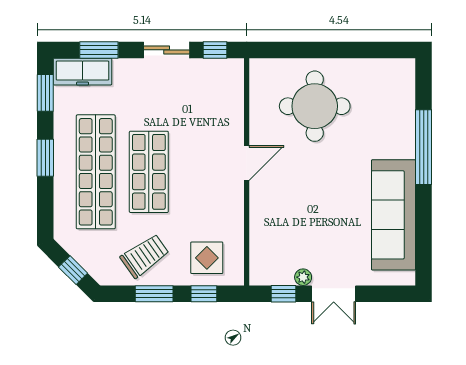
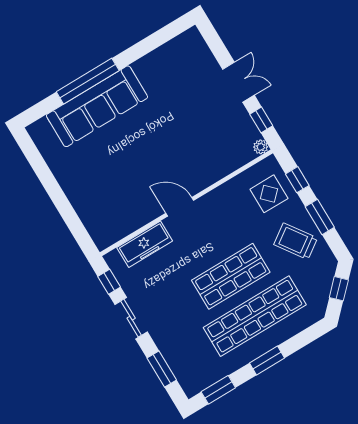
freezer: (83, 72) -> (145, 244), moved, turned 90
round table: (315, 106) -> (106, 181), removed
sofa: (393, 215) -> (97, 106), moved
plant: (303, 277) -> (261, 147), moved

